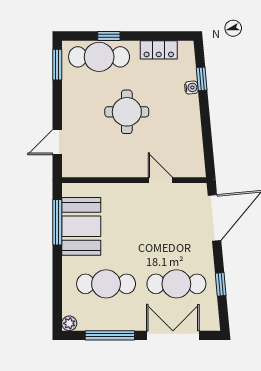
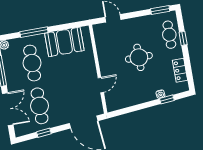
cafe table: (99, 57) -> (169, 35), width x0.73, depth x0.74
window: (57, 222) -> (34, 32), moved

